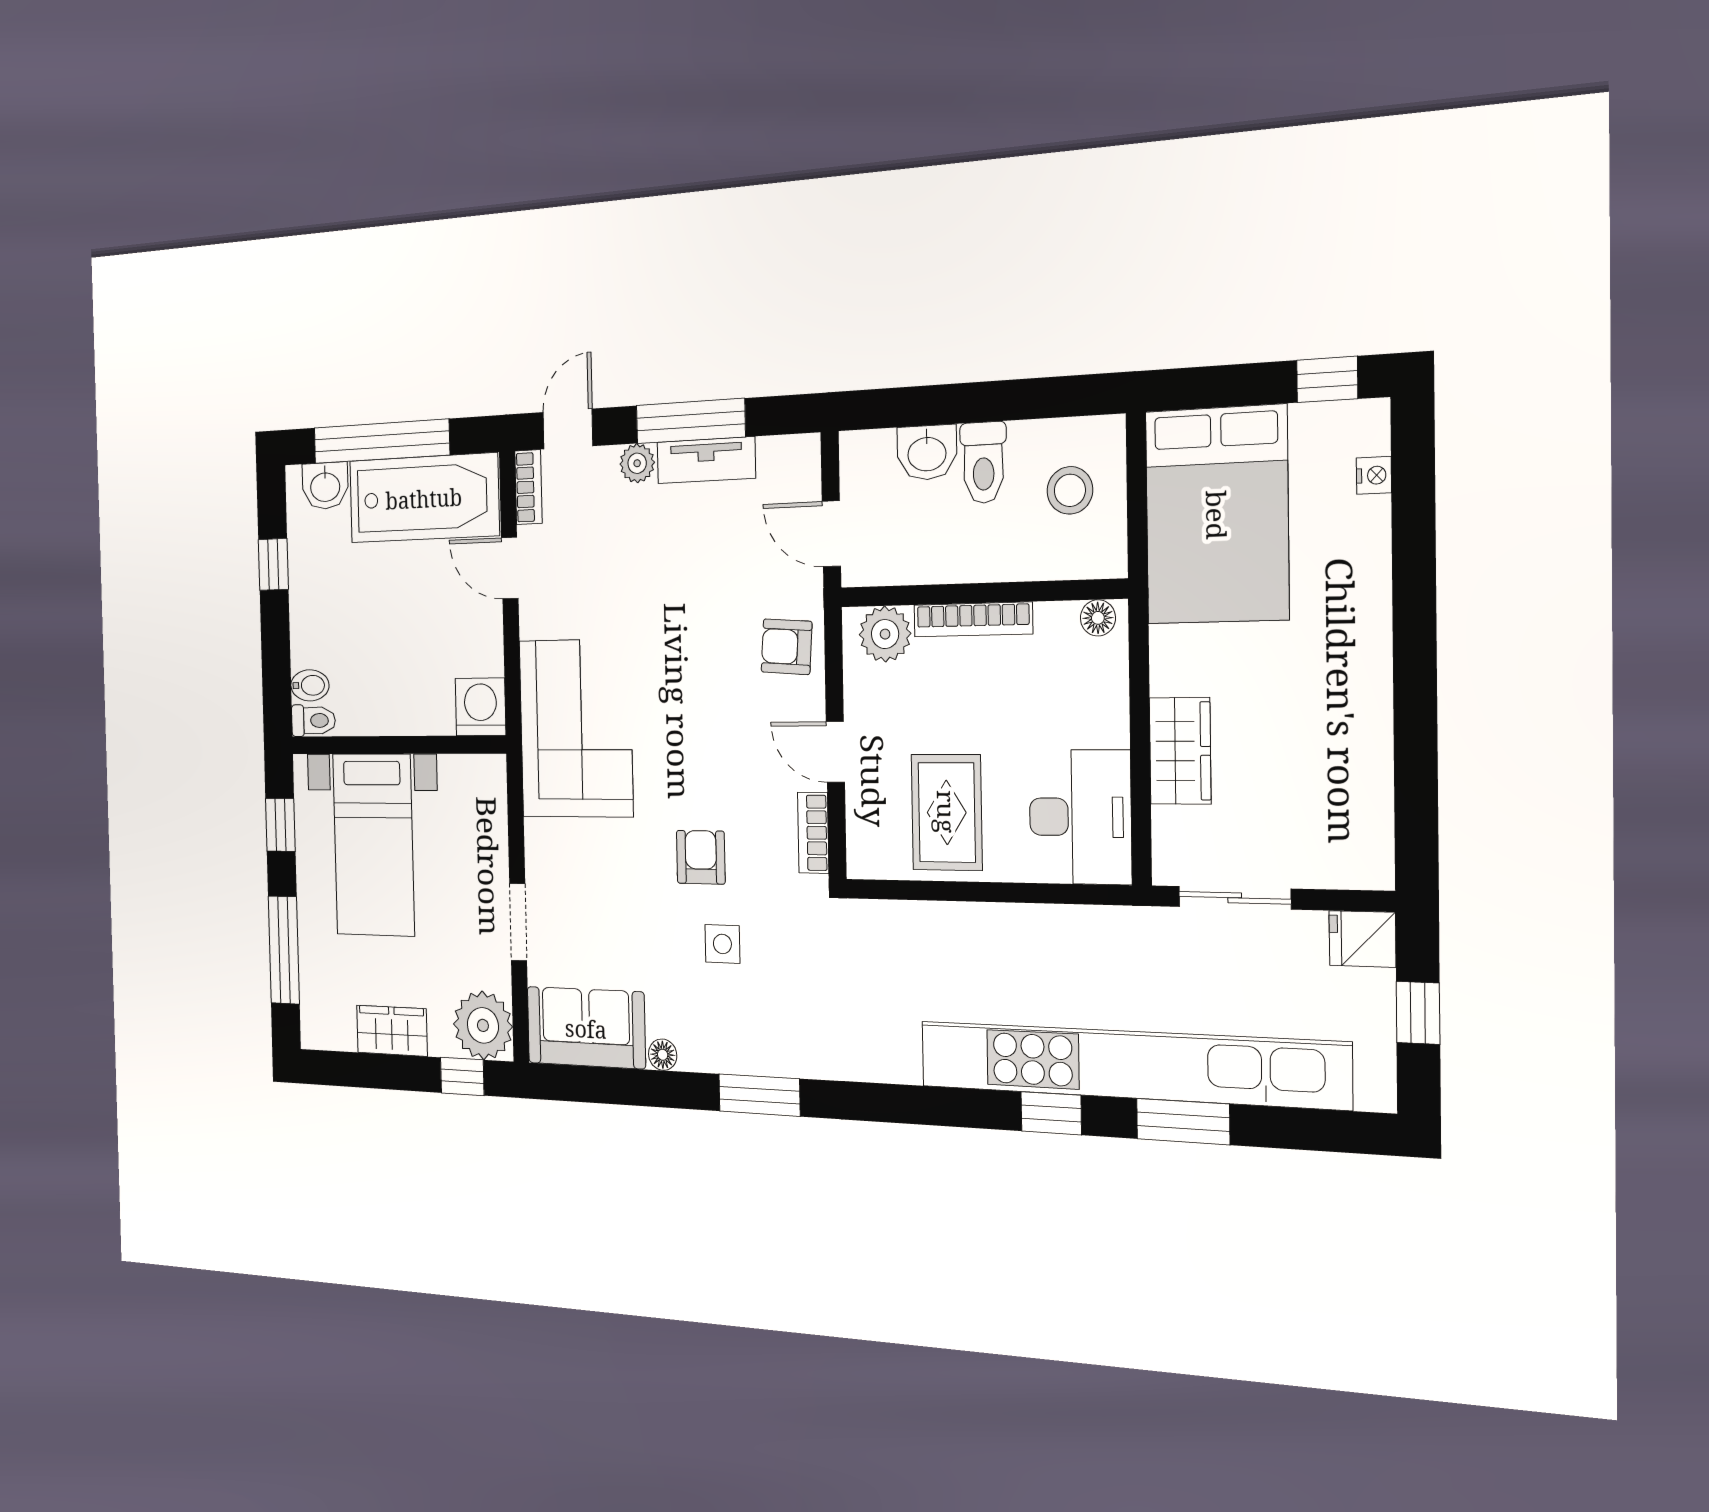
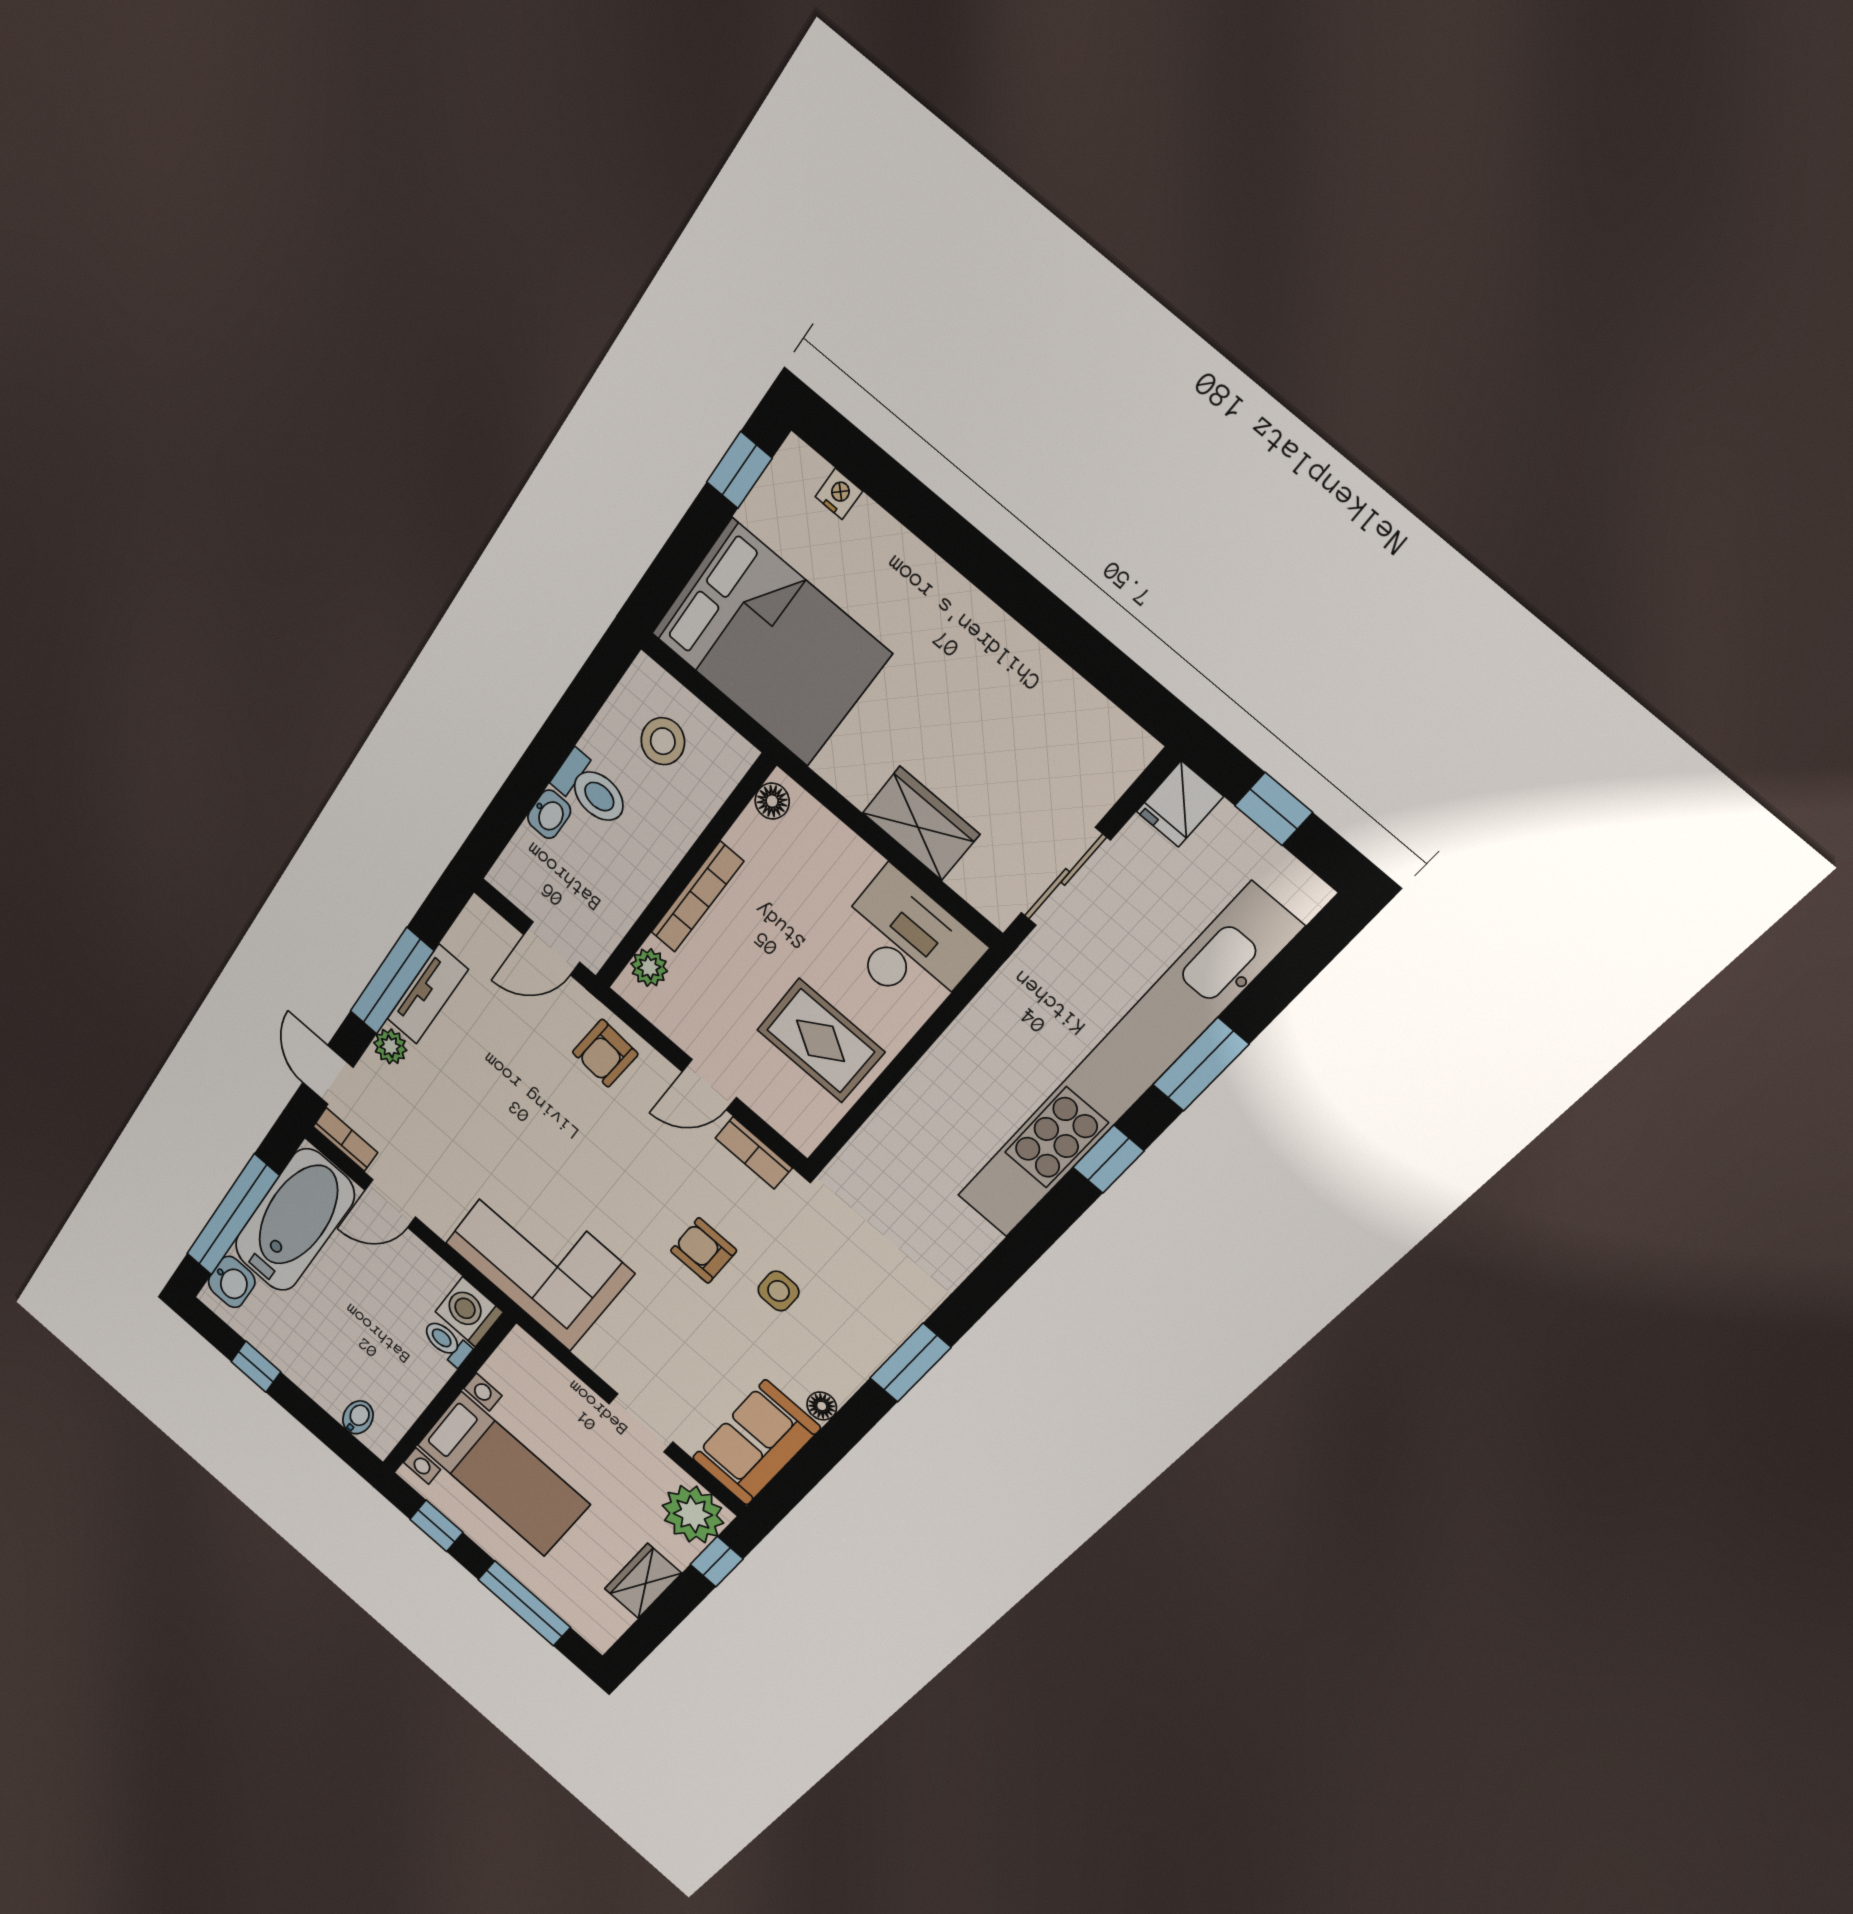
washbasin: (927, 453) -> (549, 814), width x0.72, depth x0.69
plant: (885, 634) -> (649, 967), width x0.73, depth x0.73
toilet: (313, 721) -> (447, 1343), moved, turned -90

